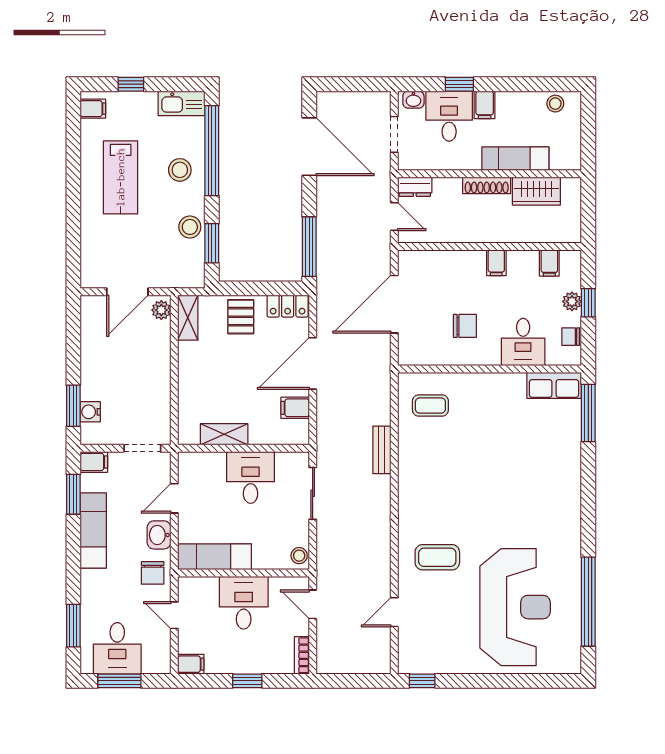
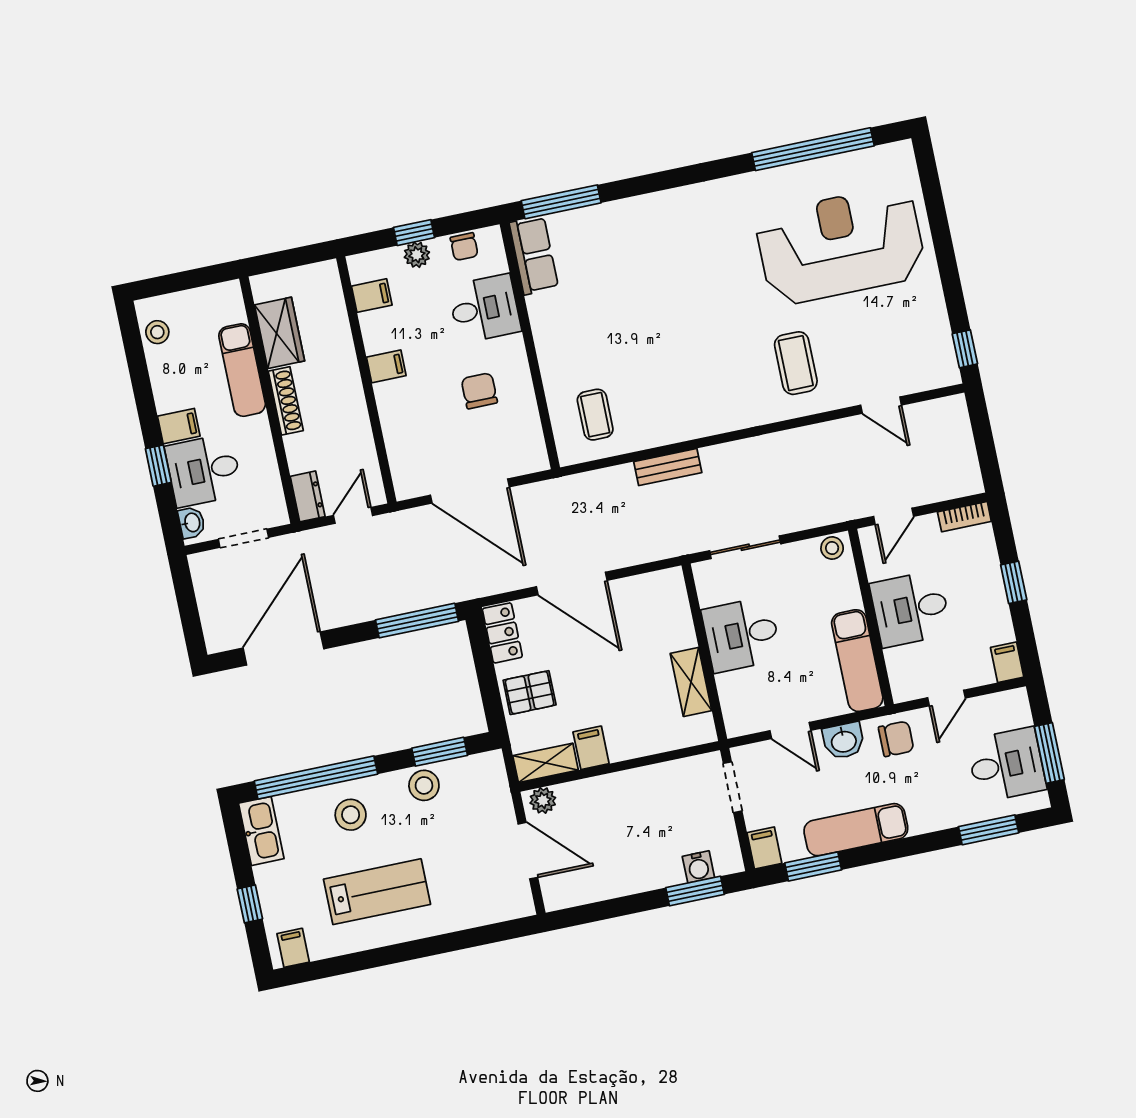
filing cabinet: (295, 408) -> (591, 748), moved, turned 180

